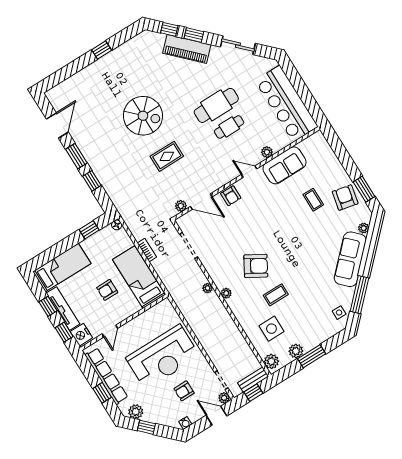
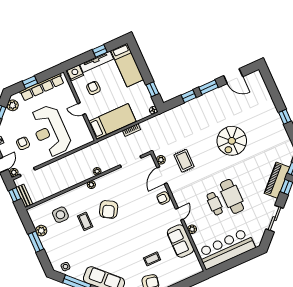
rug: (167, 156) -> (184, 161), moved
armchair: (107, 290) -> (93, 88), moved
door: (110, 331) -> (82, 109), moved
window: (64, 332) -> (79, 60), removed
plant: (271, 361) -> (36, 211), removed

